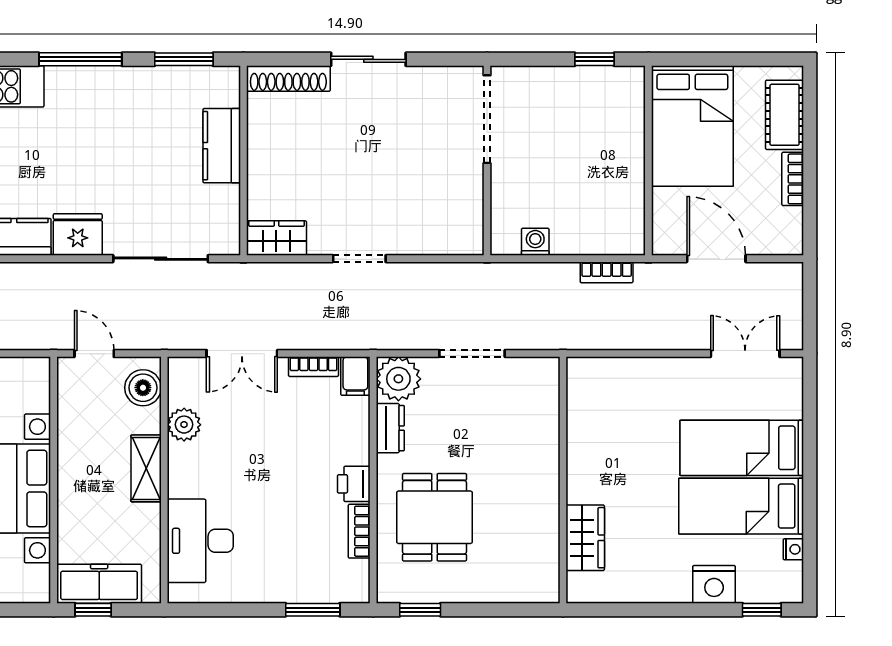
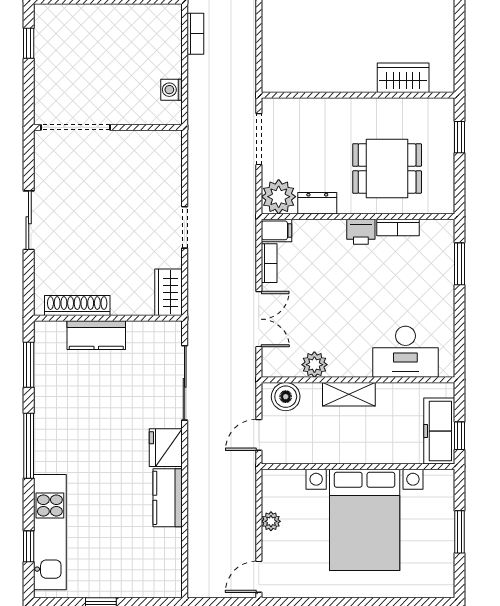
shoe rack: (288, 78) -> (77, 305), moved, turned -90
wall: (563, 480) -> (358, 95), moved
wardrobe: (585, 538) -> (403, 78), moved
window: (420, 610) -> (459, 137), moved

